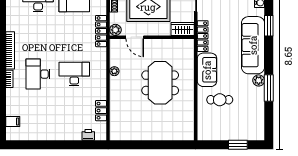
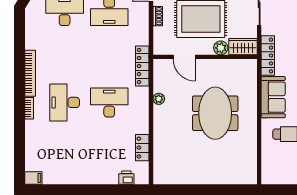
plant: (115, 30) -> (221, 48), moved
locker: (101, 31) -> (142, 66), moved
filing cabinet: (13, 122) -> (33, 178), moved

